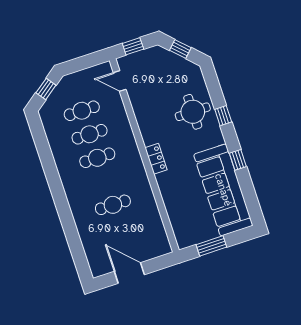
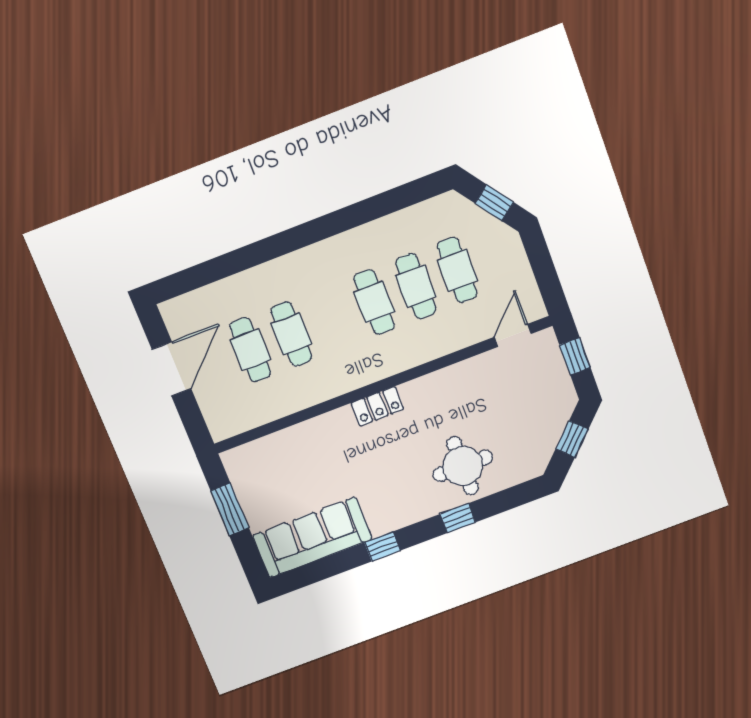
sofa: (223, 190) -> (312, 537), width x0.74, depth x0.79
cafe table: (121, 228) -> (250, 350), added

